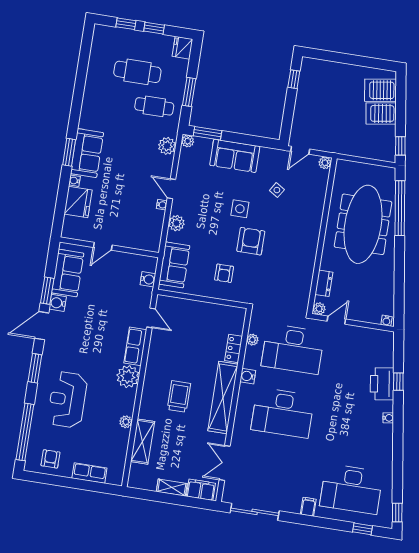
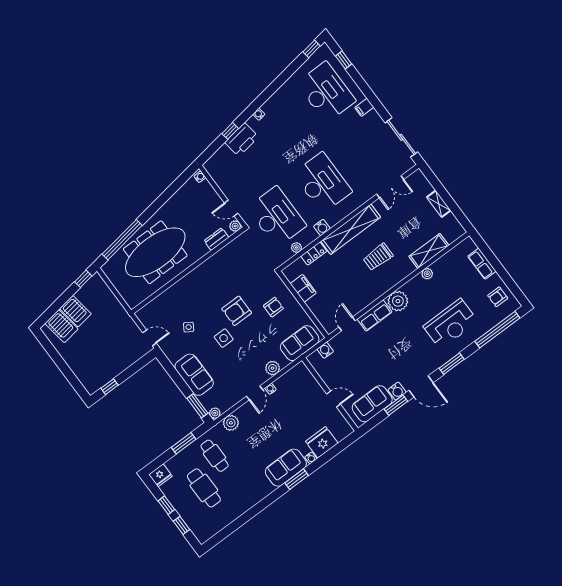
plant: (325, 163) -> (141, 315), removed
filing cabinet: (201, 490) -> (303, 288), moved, turned 180

